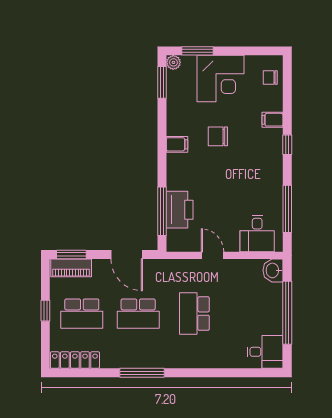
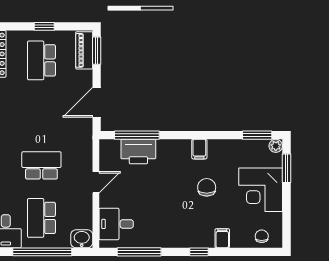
school desk: (138, 314) -> (41, 218), moved

